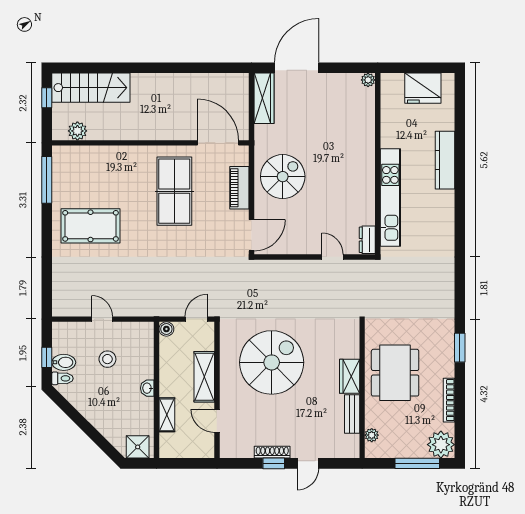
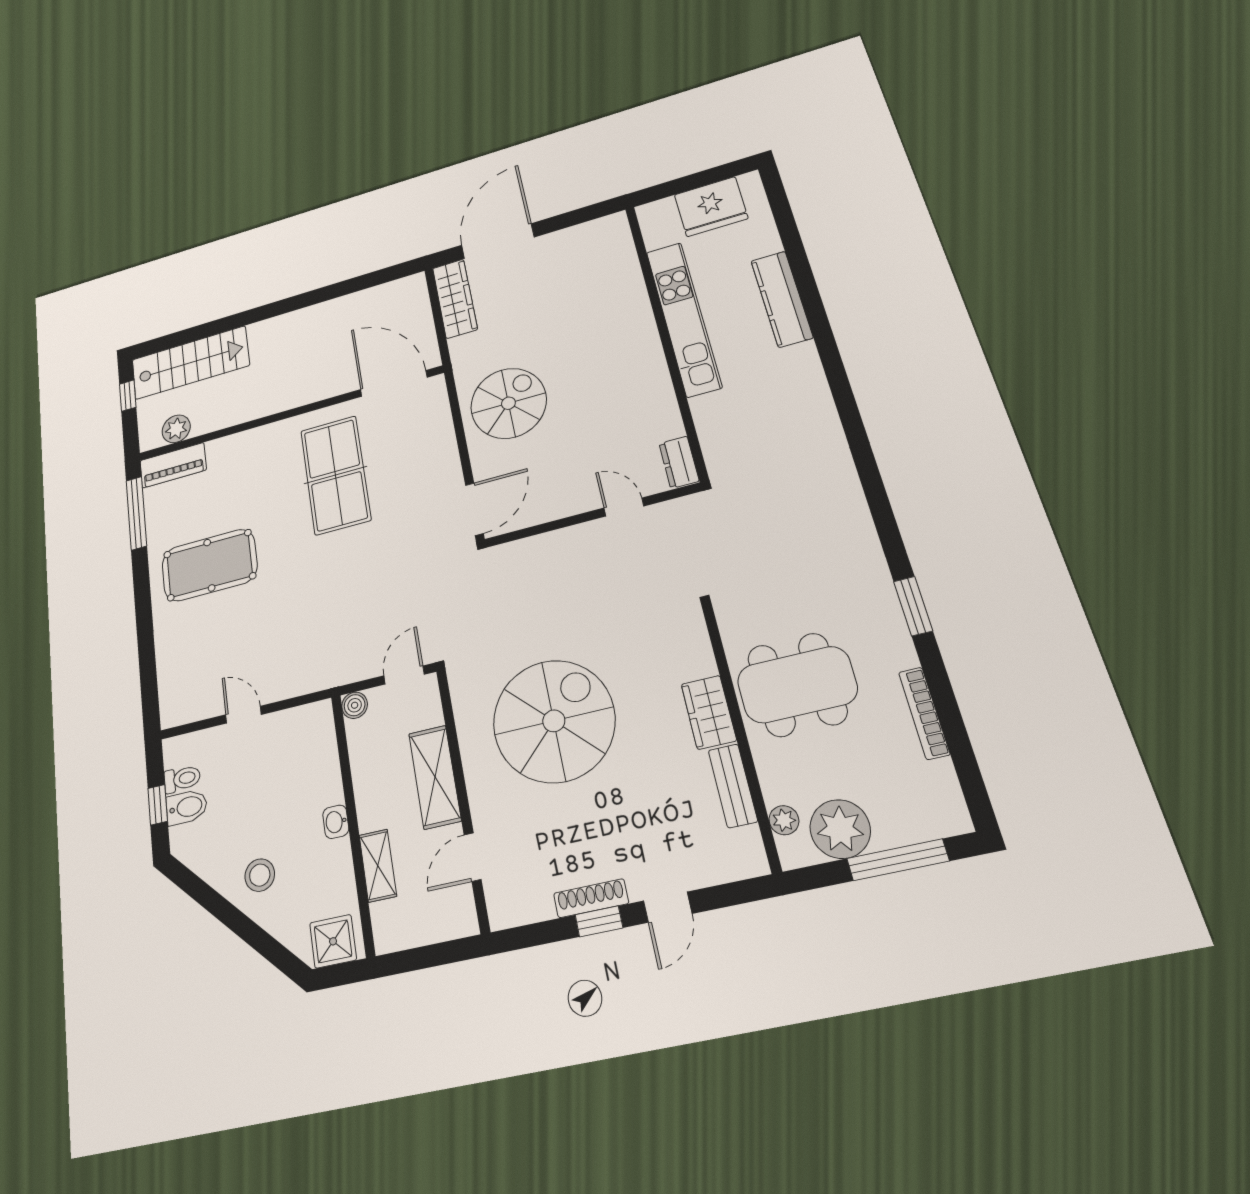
plant: (368, 80) -> (617, 223), removed
piano: (239, 188) -> (173, 465), moved, turned -90
kitchen unit: (390, 197) -> (684, 319), moved
stool: (107, 359) -> (260, 875), moved
dining table: (395, 373) -> (797, 685), turned 90
toilet: (63, 378) -> (182, 779), moved
door: (217, 421) -> (473, 857), hinge flipped
plant: (441, 445) -> (840, 829), moved

